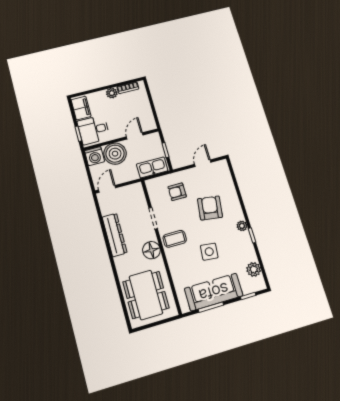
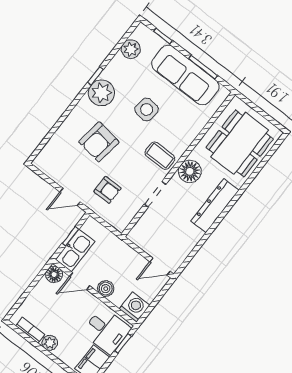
floor lamp: (150, 124) -> (54, 275), added
boiler: (115, 154) -> (106, 289), width x0.54, depth x0.54
door: (203, 163) -> (70, 197), moved
kitchen sink: (152, 167) -> (75, 250), moved, turned -90
plant: (242, 226) -> (101, 93), width x1.88, depth x1.88
dresser: (115, 235) -> (215, 206), moved

